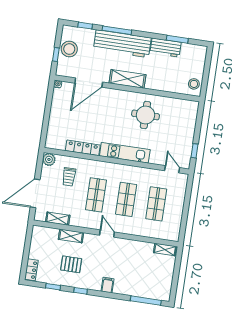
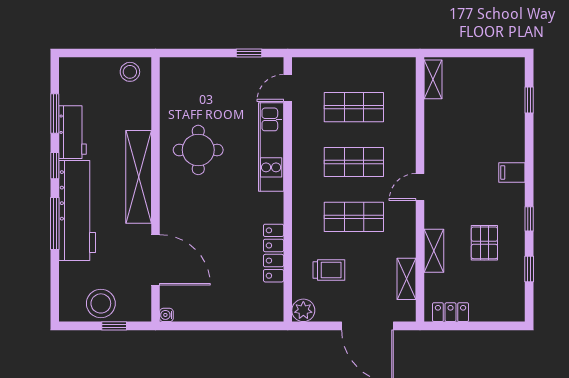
window: (85, 26) -> (55, 166), moved
shelving: (127, 79) -> (139, 177), width x1.47
kitchen unit: (125, 153) -> (271, 147), moved
locker: (31, 270) -> (450, 312), moved
window: (146, 301) -> (529, 100), width x0.46

